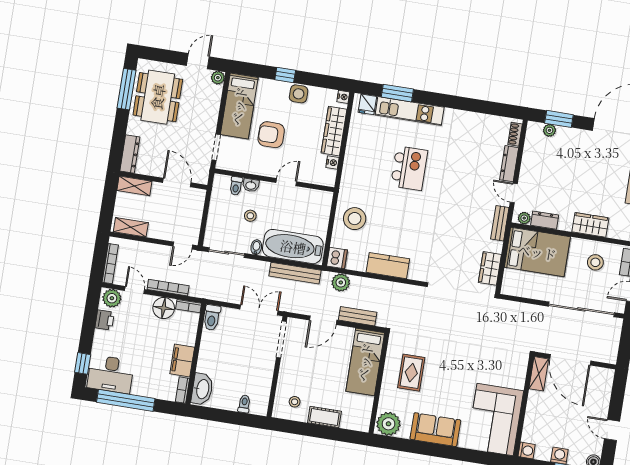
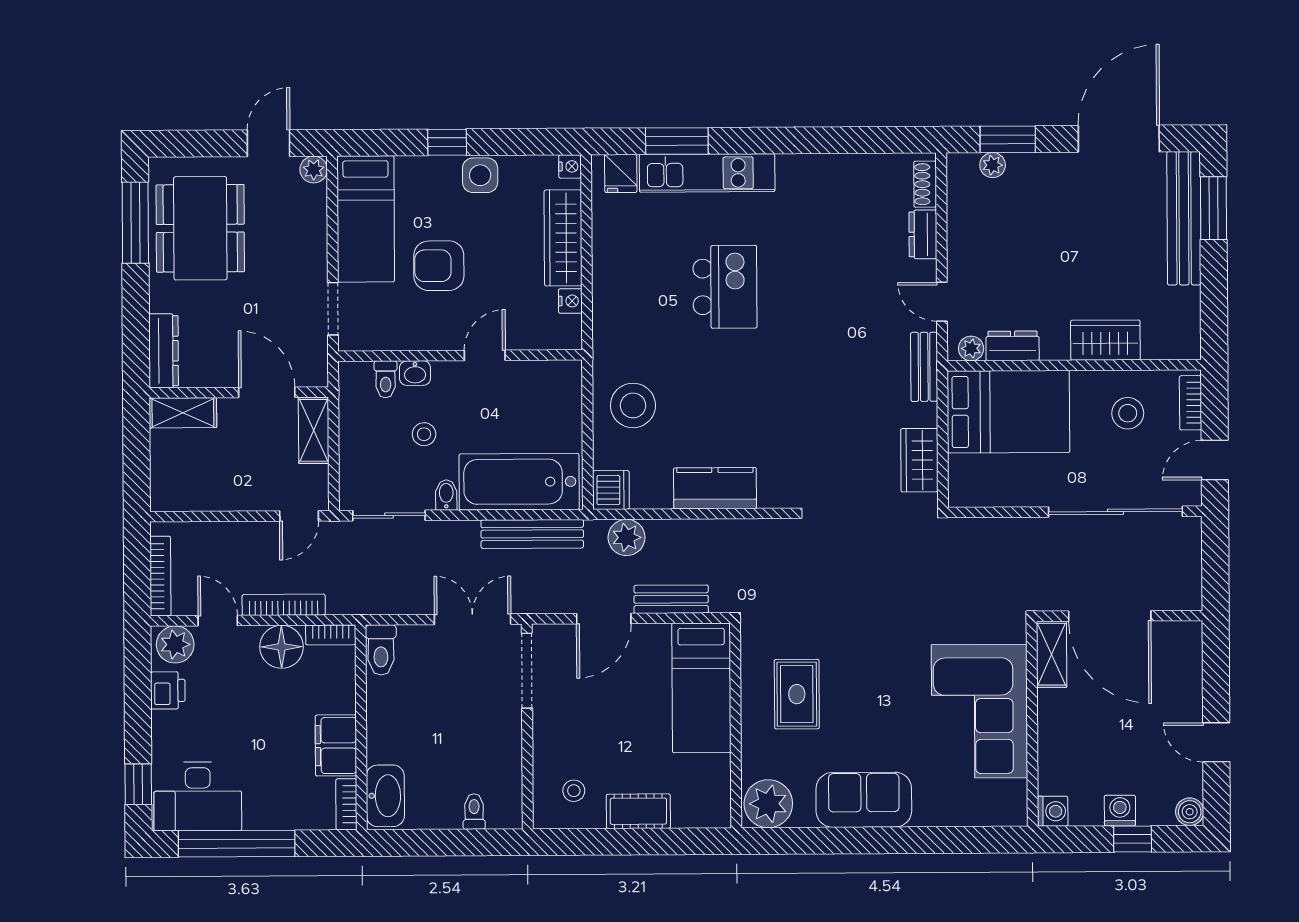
dresser: (509, 164) -> (923, 234), width x0.70
shelving: (131, 227) -> (314, 430), moved, turned 90
corner sofa: (495, 420) -> (979, 711), moved

